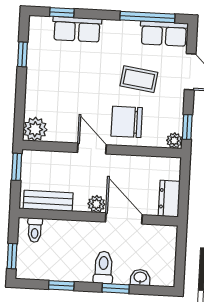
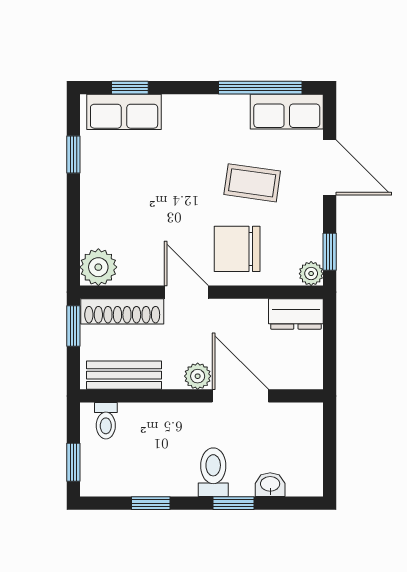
row of seats: (77, 29) -> (124, 112), moved
shoe rack: (49, 159) -> (122, 311), added
dresser: (169, 199) -> (296, 314), moved, turned -90

